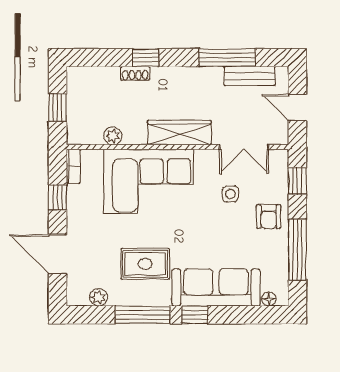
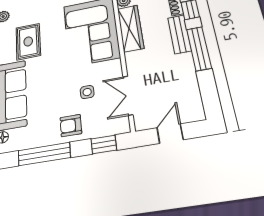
window: (227, 58) -> (199, 48), moved
bench: (249, 76) -> (179, 34), moved
wardrobe: (179, 133) -> (130, 28), moved

